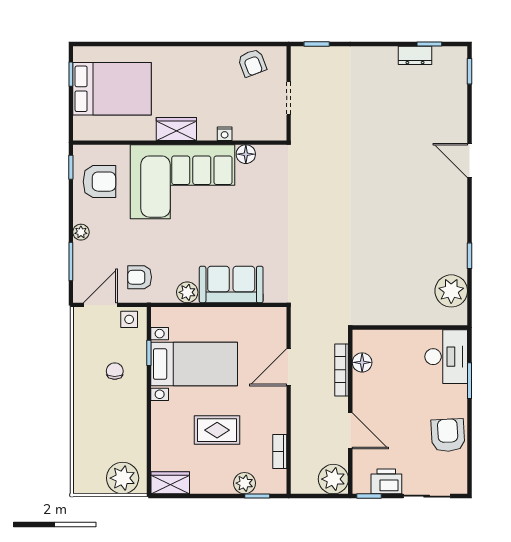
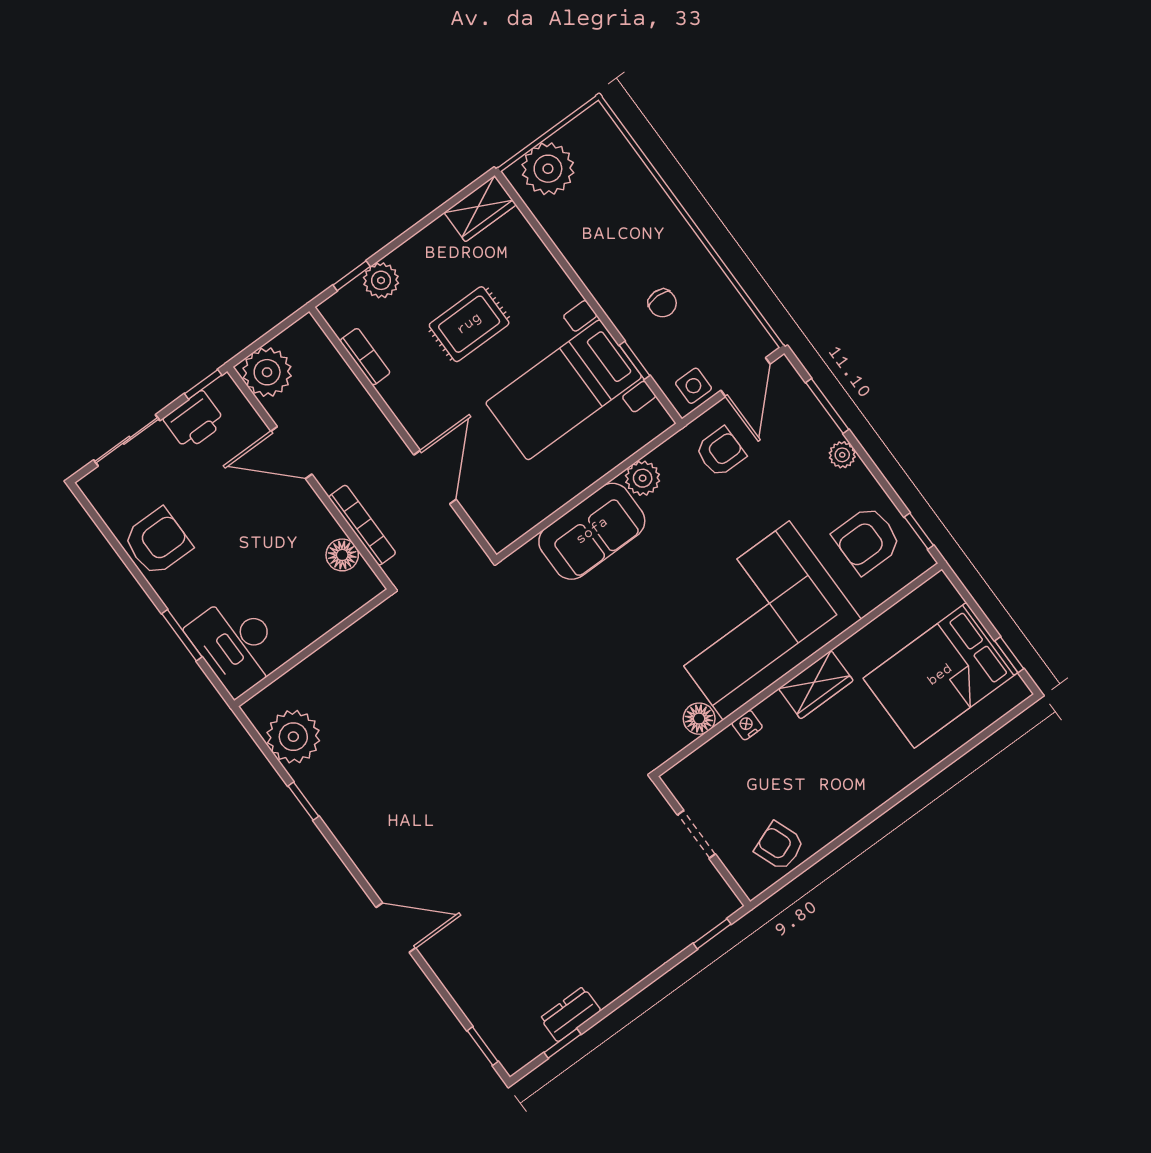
armchair: (448, 435) -> (158, 542), turned -87

